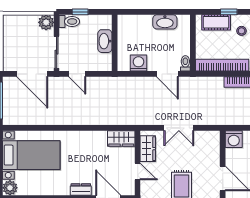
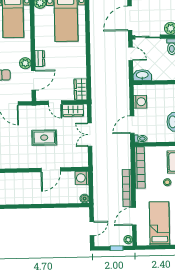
washbasin: (105, 41) -> (142, 75), moved
door: (77, 74) -> (131, 54), swing flipped
door: (138, 171) -> (55, 103), hinge flipped

